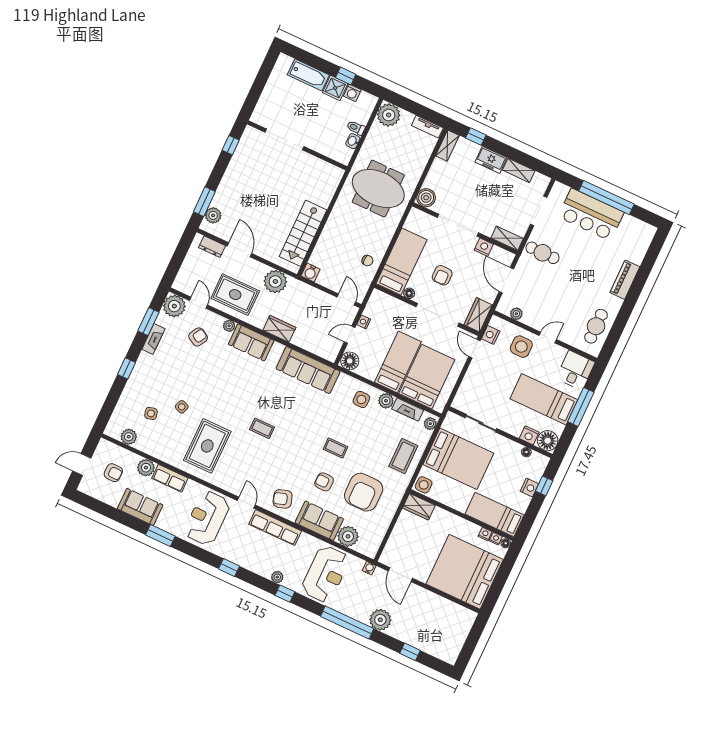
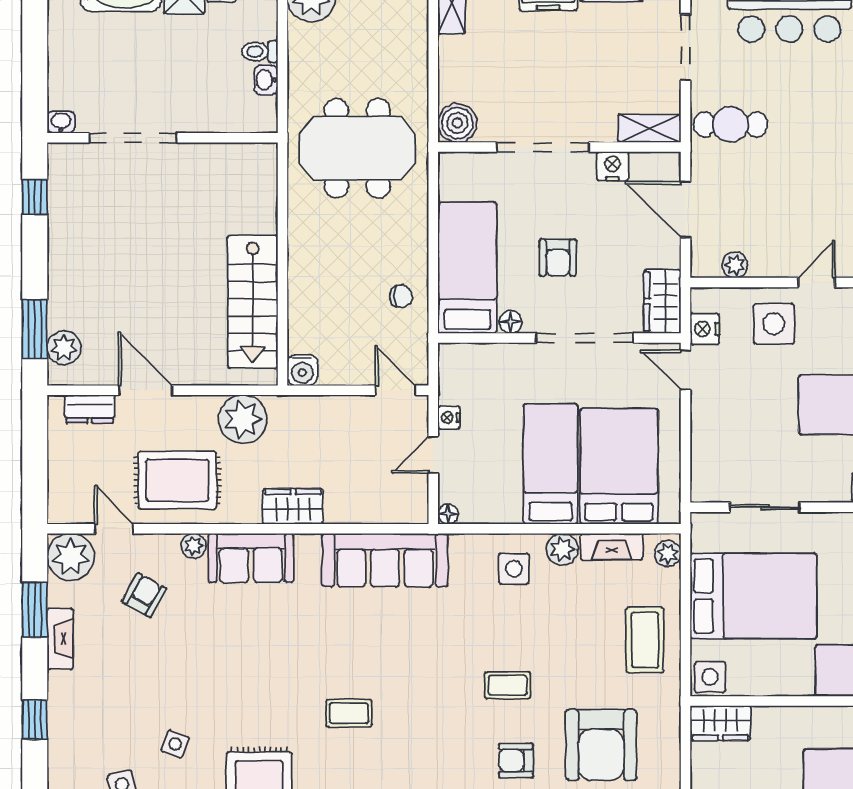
washbasin: (257, 118) -> (61, 122), added
floor lamp: (350, 361) -> (448, 514), width x0.53, depth x0.53

